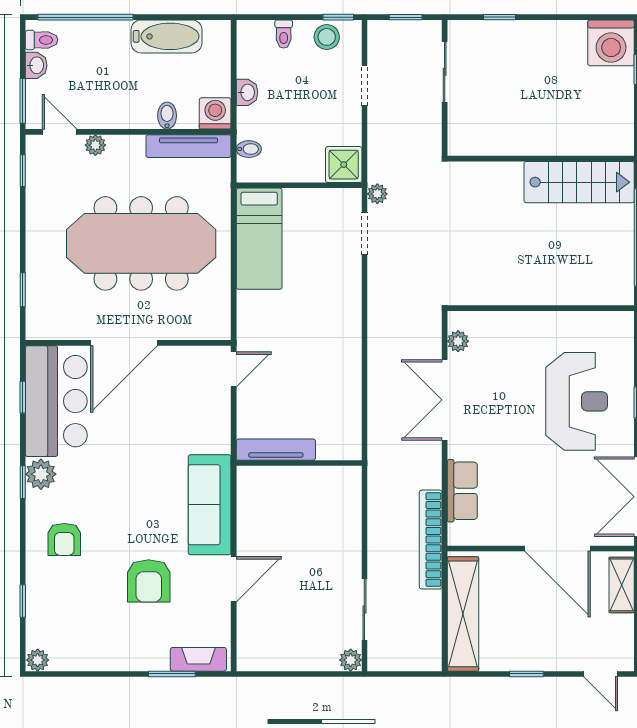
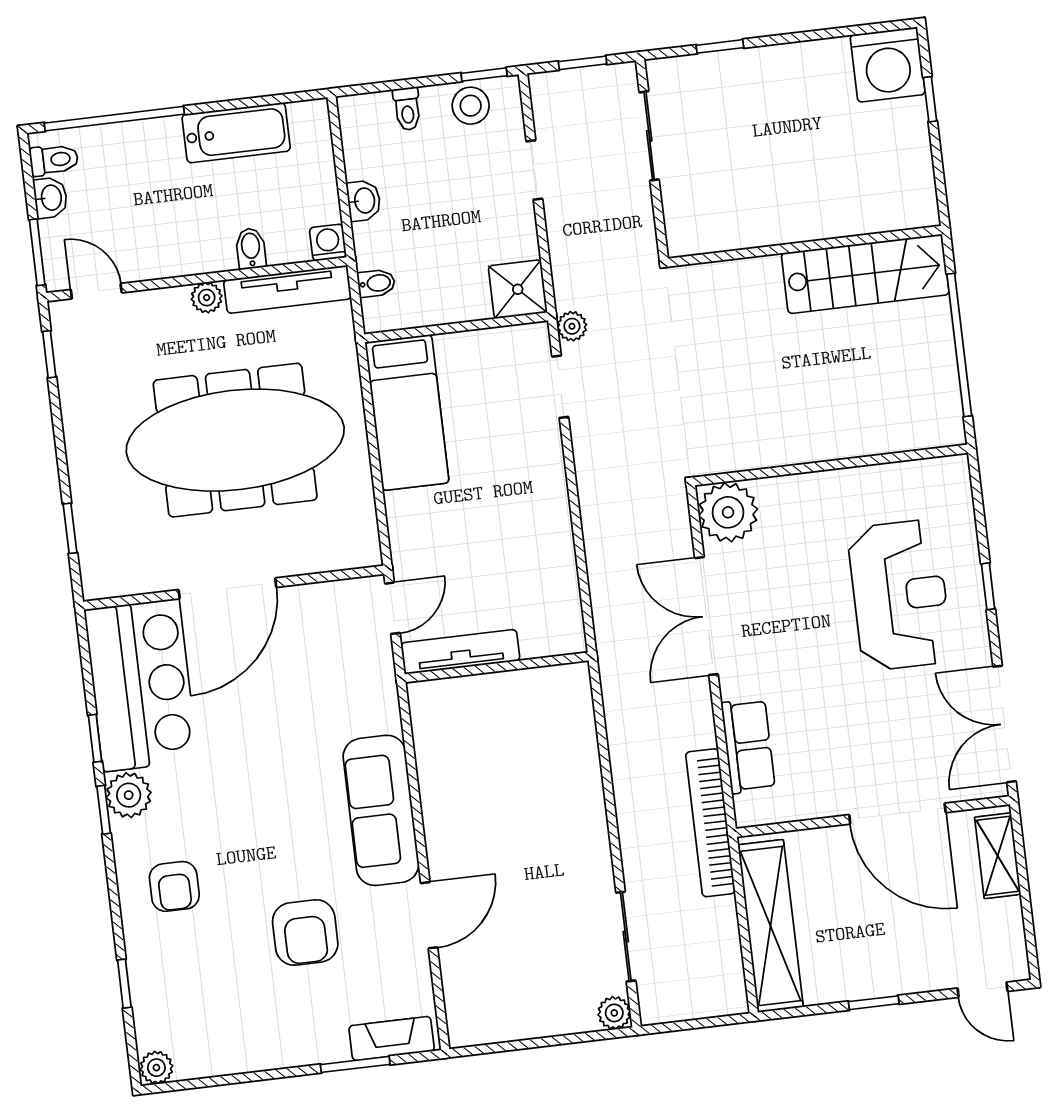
washing machine: (215, 113) -> (328, 243), width x0.73, depth x0.73
plant: (95, 145) -> (207, 298), moved
plant: (458, 341) -> (728, 512), width x1.88, depth x1.88
window: (23, 397) -> (95, 738), moved
tv unit: (276, 450) -> (460, 652), moved
wall: (299, 463) -> (497, 667), moved

